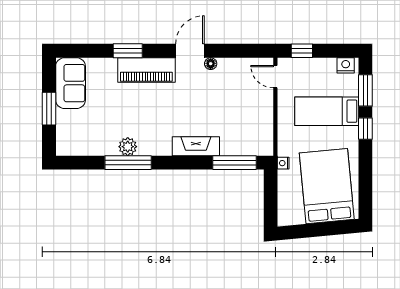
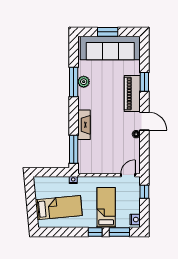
sofa: (71, 83) -> (110, 48), width x1.85, depth x1.27
bed: (327, 186) -> (59, 208), width x0.67

